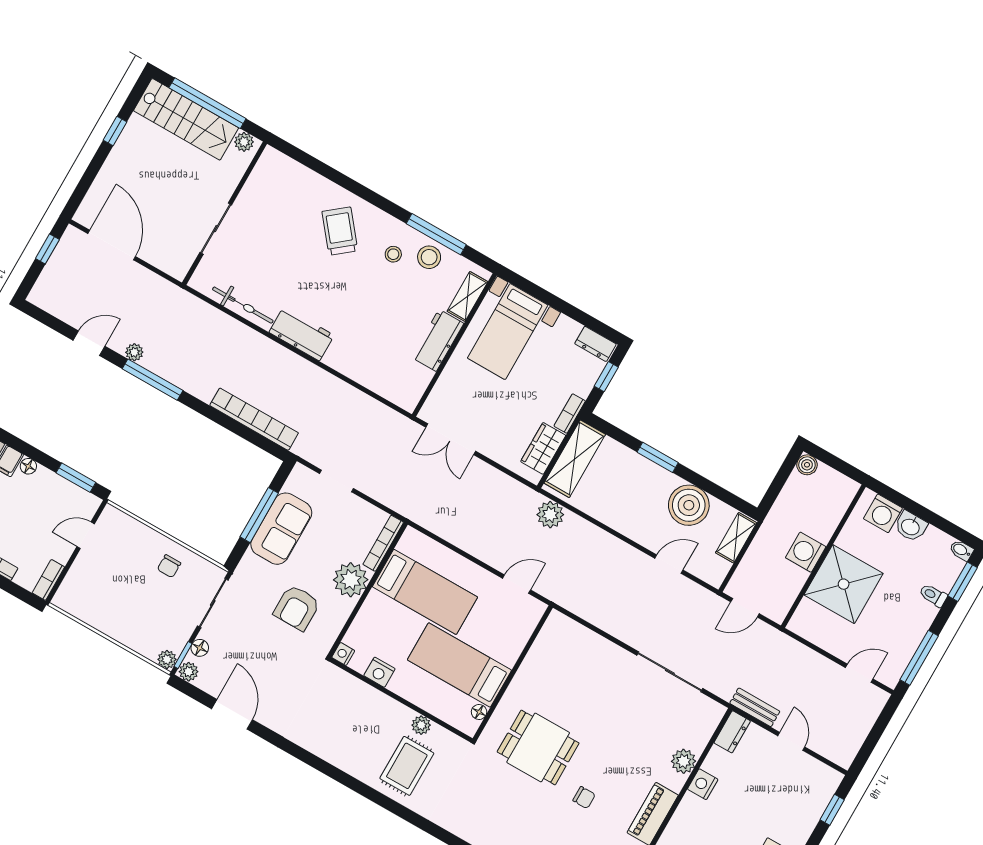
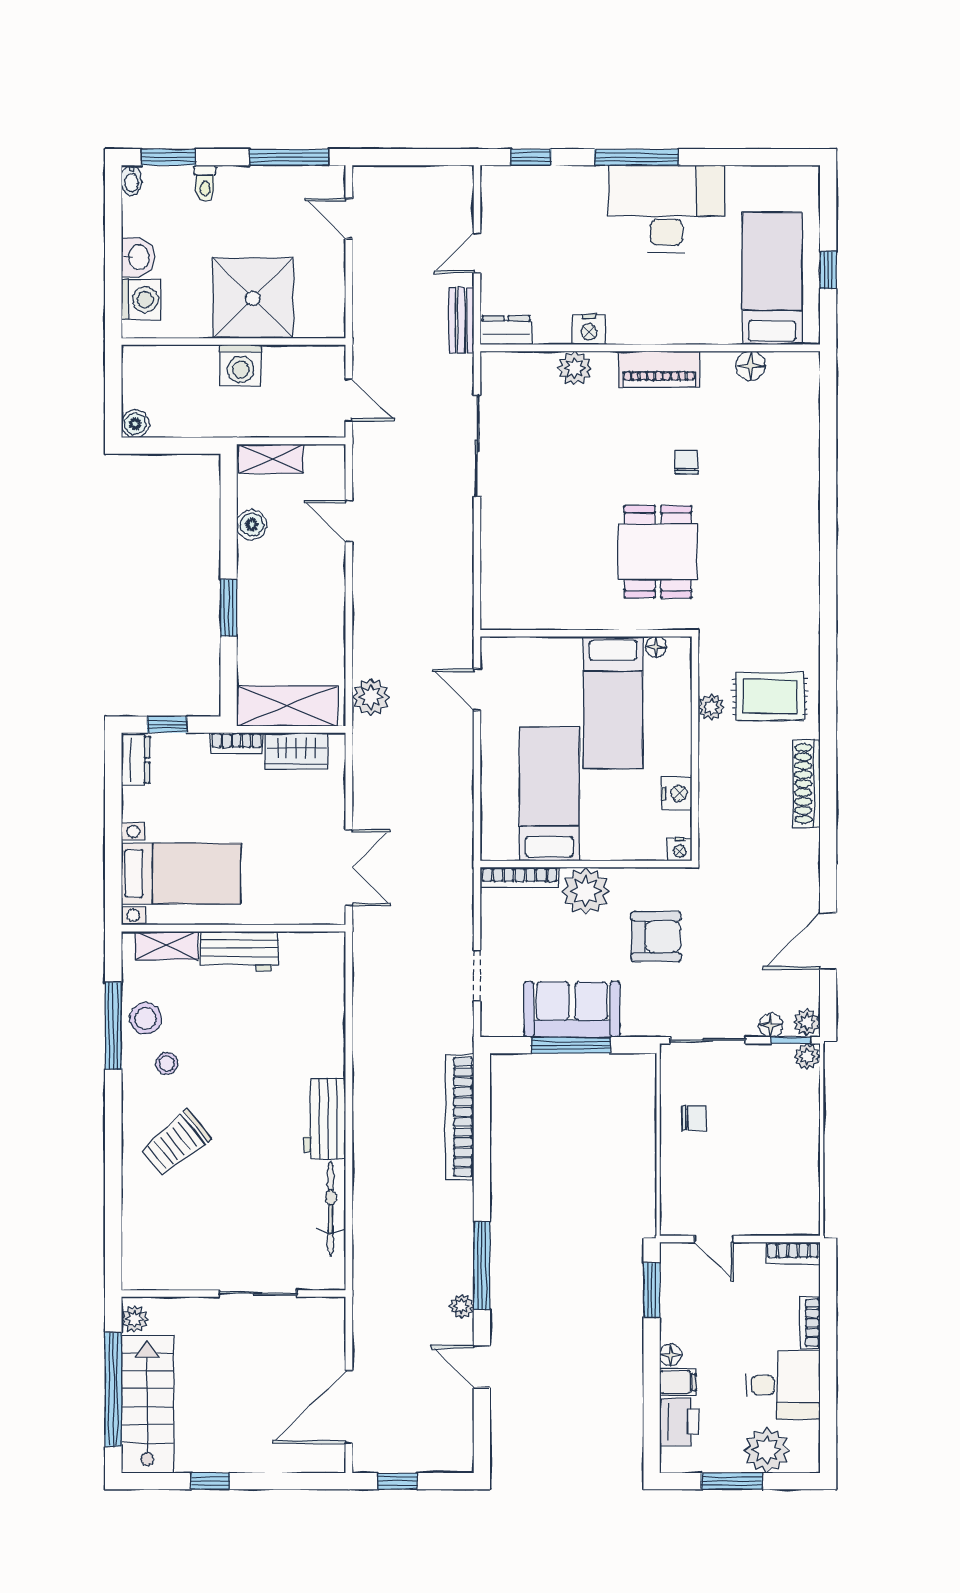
boiler: (689, 505) -> (252, 525), width x0.54, depth x0.54
shoe rack: (339, 757) -> (806, 784), added

